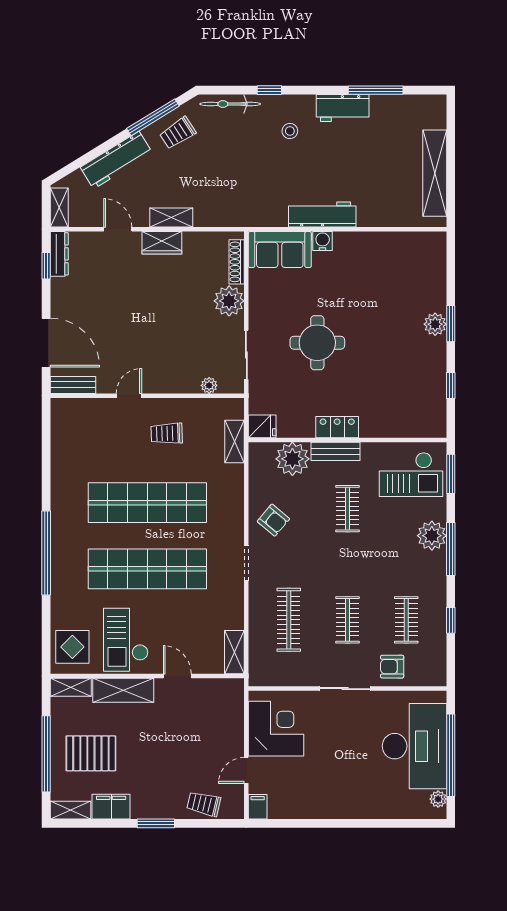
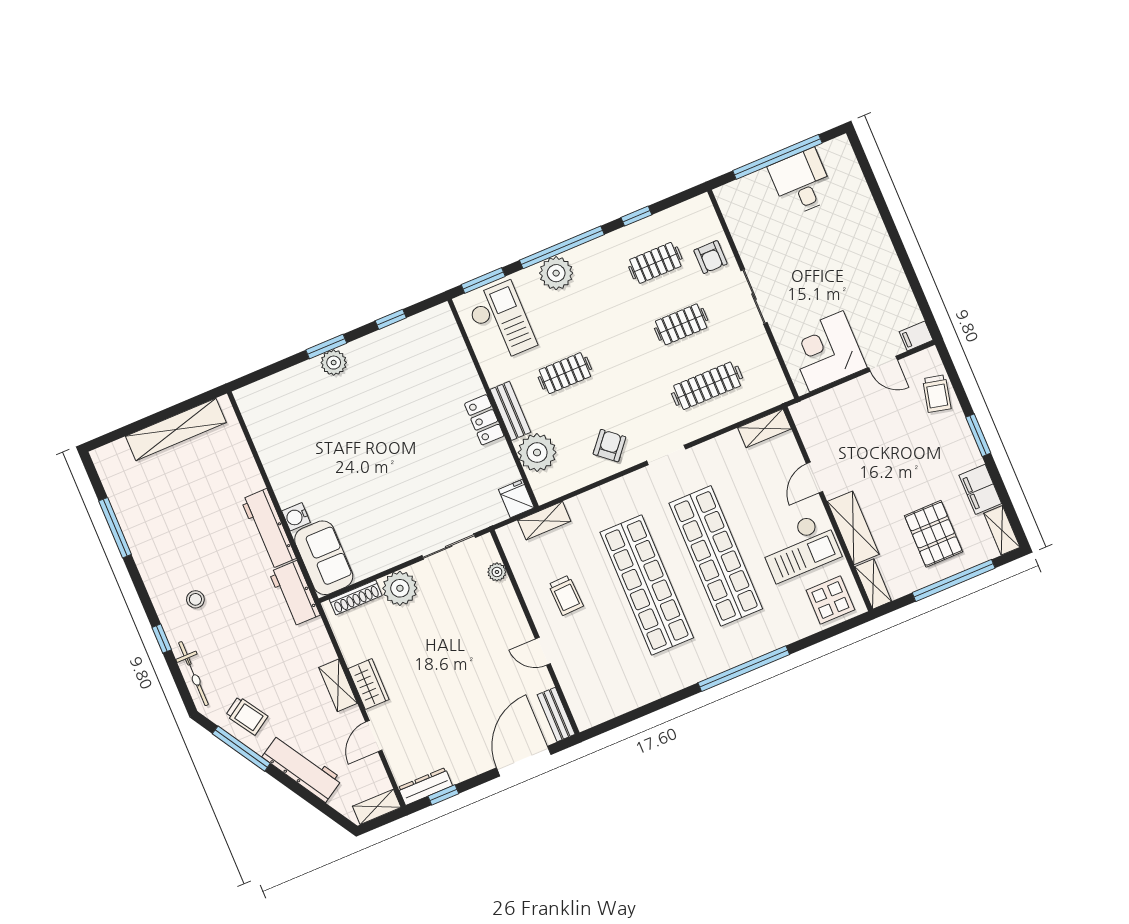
workbench: (343, 108) -> (295, 594), moved, turned 180
round table: (317, 343) -> (405, 478), removed
window: (451, 549) -> (562, 247), width x1.46
desk: (414, 746) -> (801, 182), width x0.53, depth x0.77
plant: (438, 799) -> (829, 151), removed

